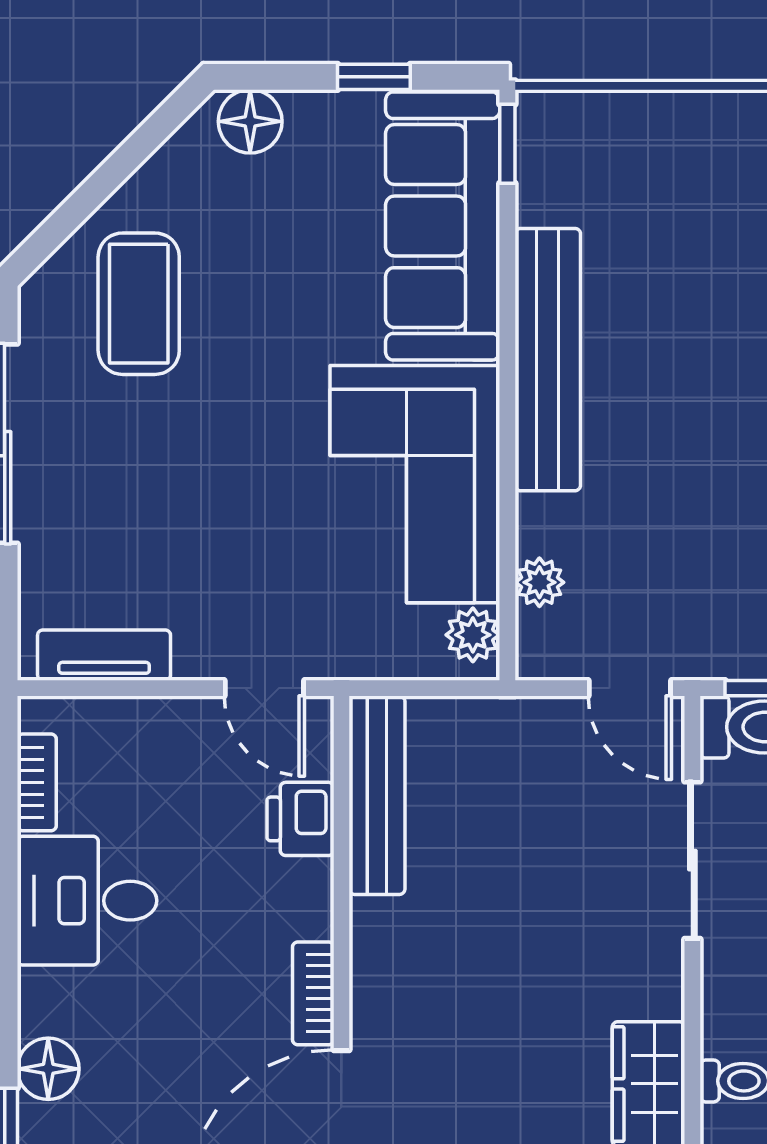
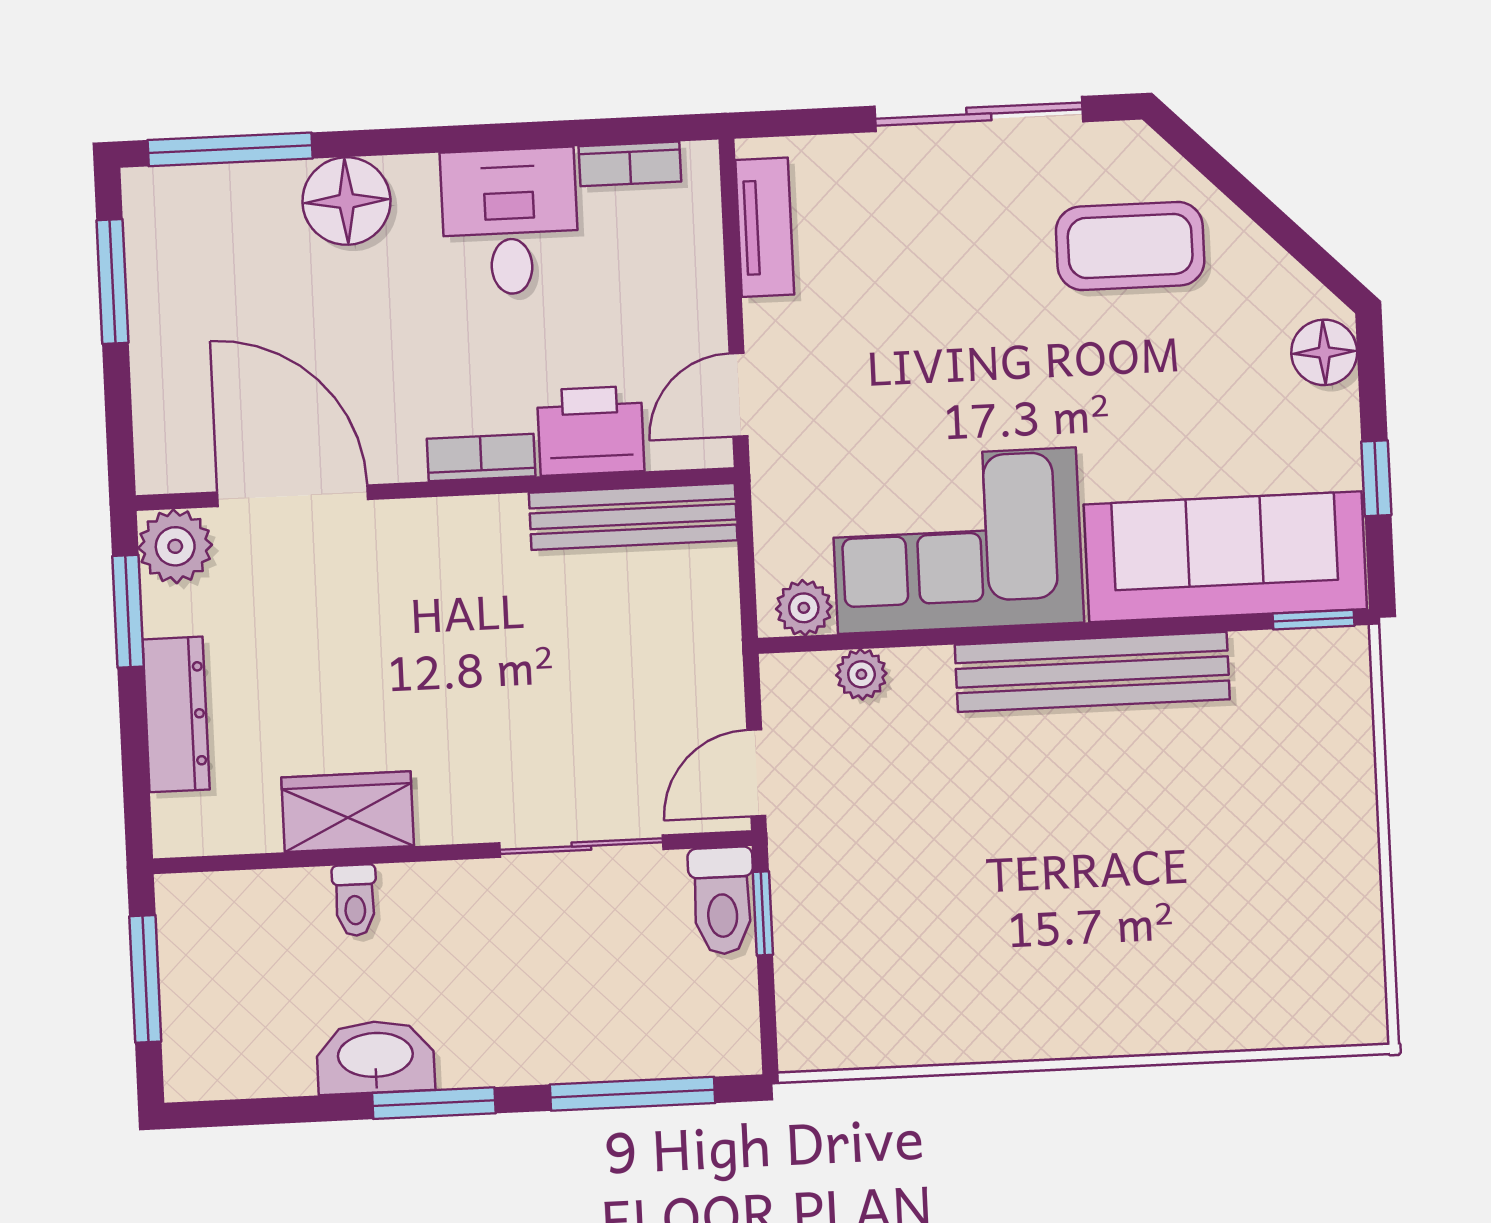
printer: (300, 819) -> (591, 431), width x1.36, depth x1.24
bookcase: (313, 993) -> (481, 458), moved
floor lamp: (48, 1069) -> (346, 201), width x1.38, depth x1.38

